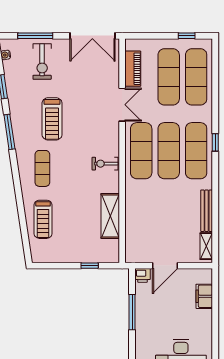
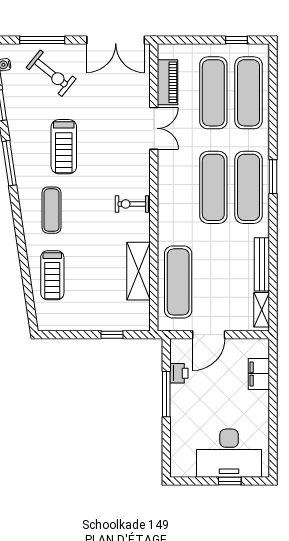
exercise bike: (42, 62) -> (51, 73), turned -51
window: (215, 142) -> (273, 177), width x1.50
exercise mat: (141, 151) -> (178, 282), moved
printer: (142, 275) -> (179, 373), moved, turned -90

